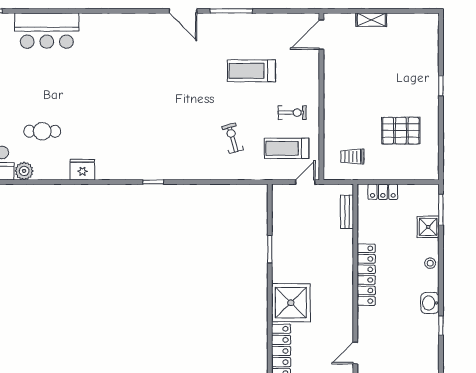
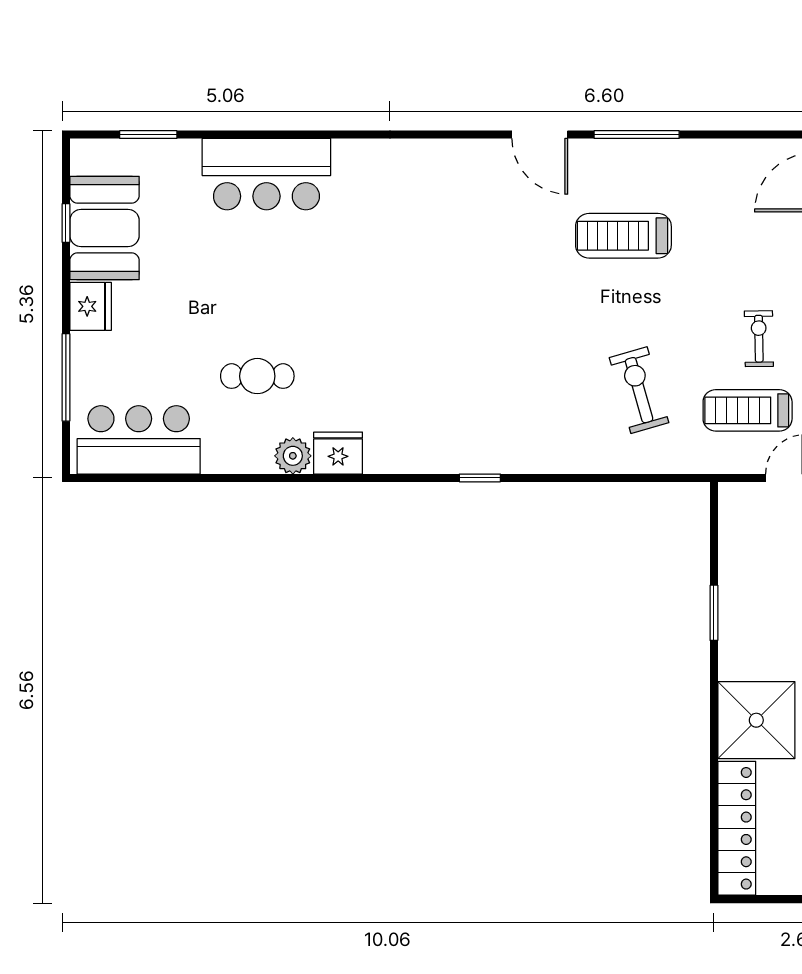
treadmill: (251, 71) -> (623, 236), moved
exercise bike: (292, 113) -> (759, 339), turned -91
exercise bike: (232, 138) -> (639, 390), width x1.38, depth x1.39
plant: (24, 171) -> (293, 456), moved

